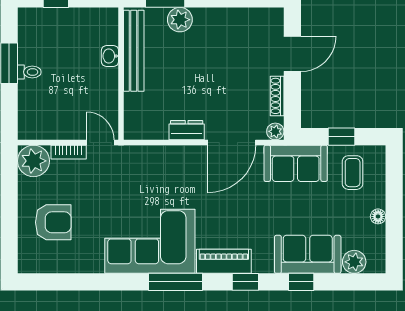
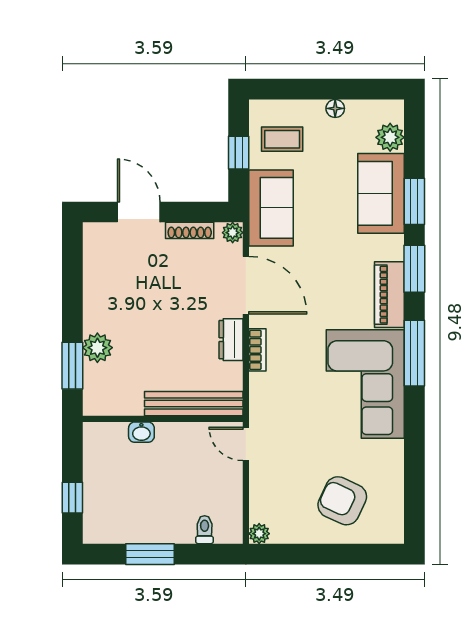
bench: (134, 51) -> (194, 404), moved
toilet: (29, 72) -> (205, 530), moved
door: (100, 143) -> (246, 444), hinge flipped
bookcase: (69, 152) -> (257, 350), moved
plant: (33, 161) -> (259, 534), width x0.53, depth x0.53
armchair: (53, 222) -> (342, 501), turned -65
window: (245, 282) -> (414, 269), width x1.50
window: (301, 282) -> (414, 201), width x1.50

